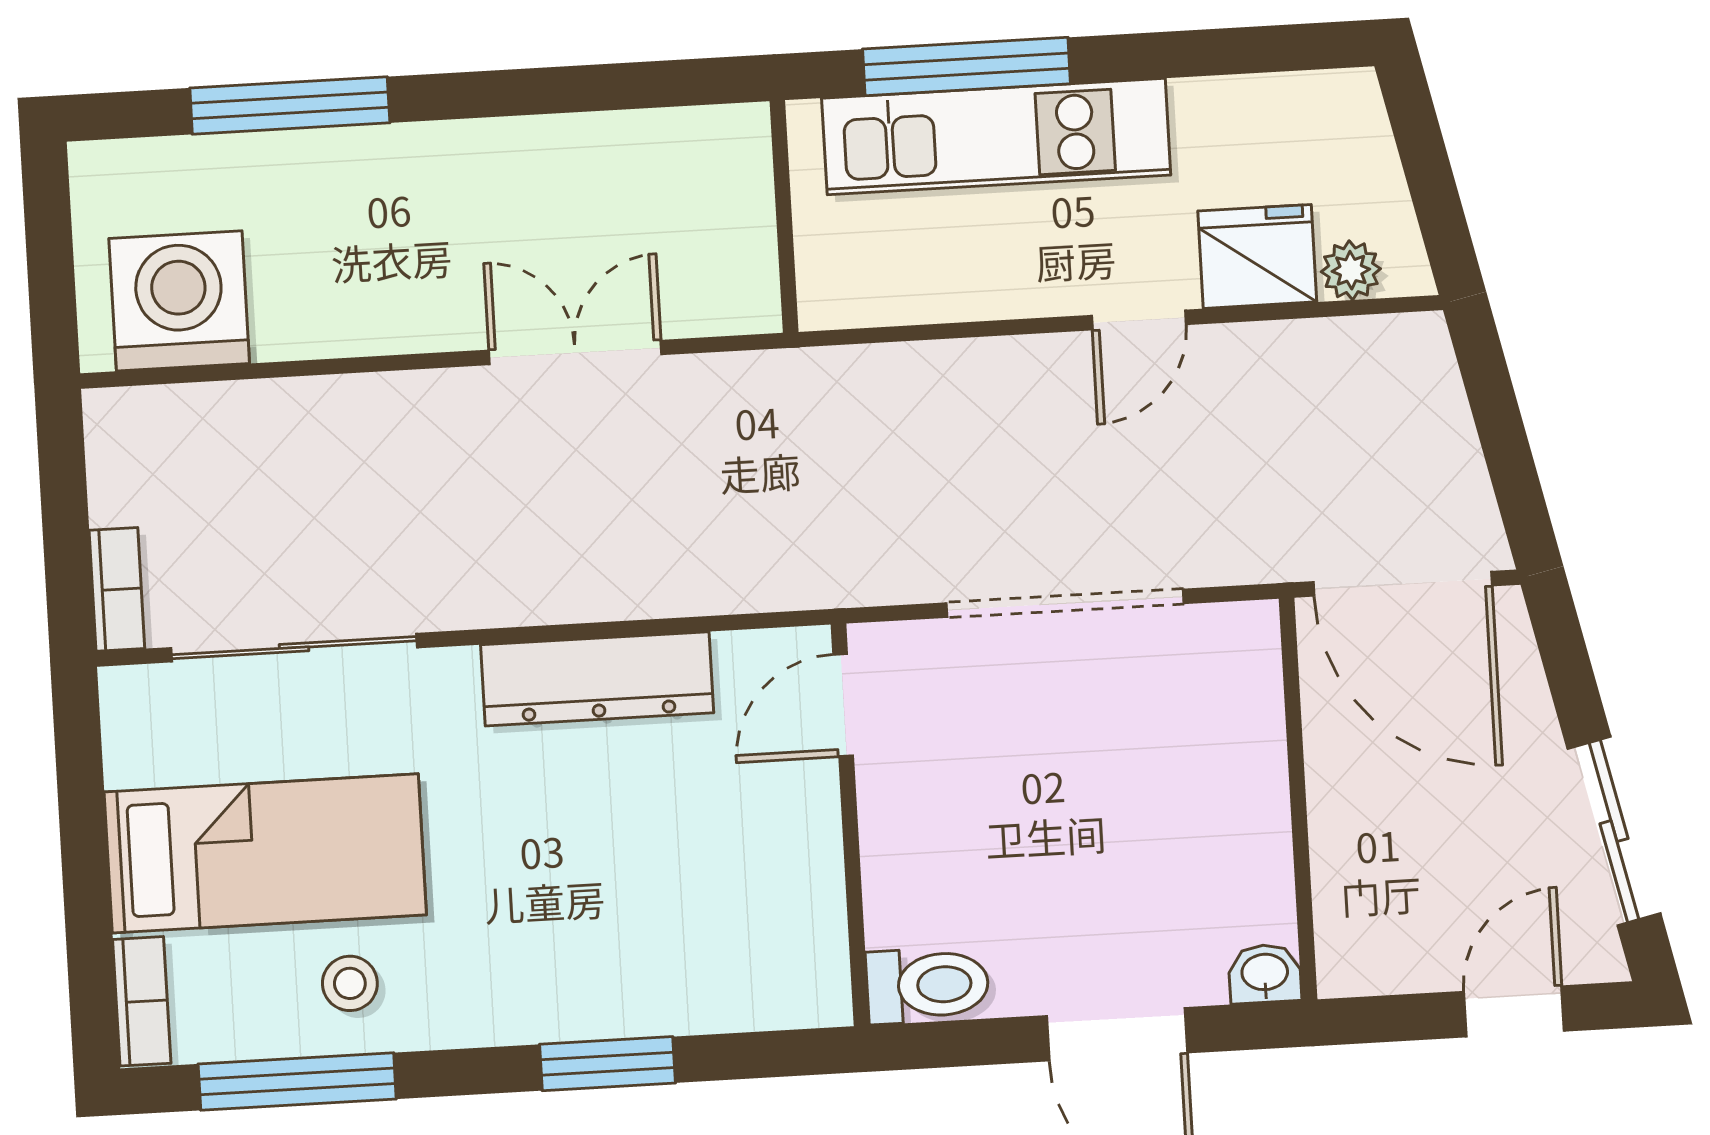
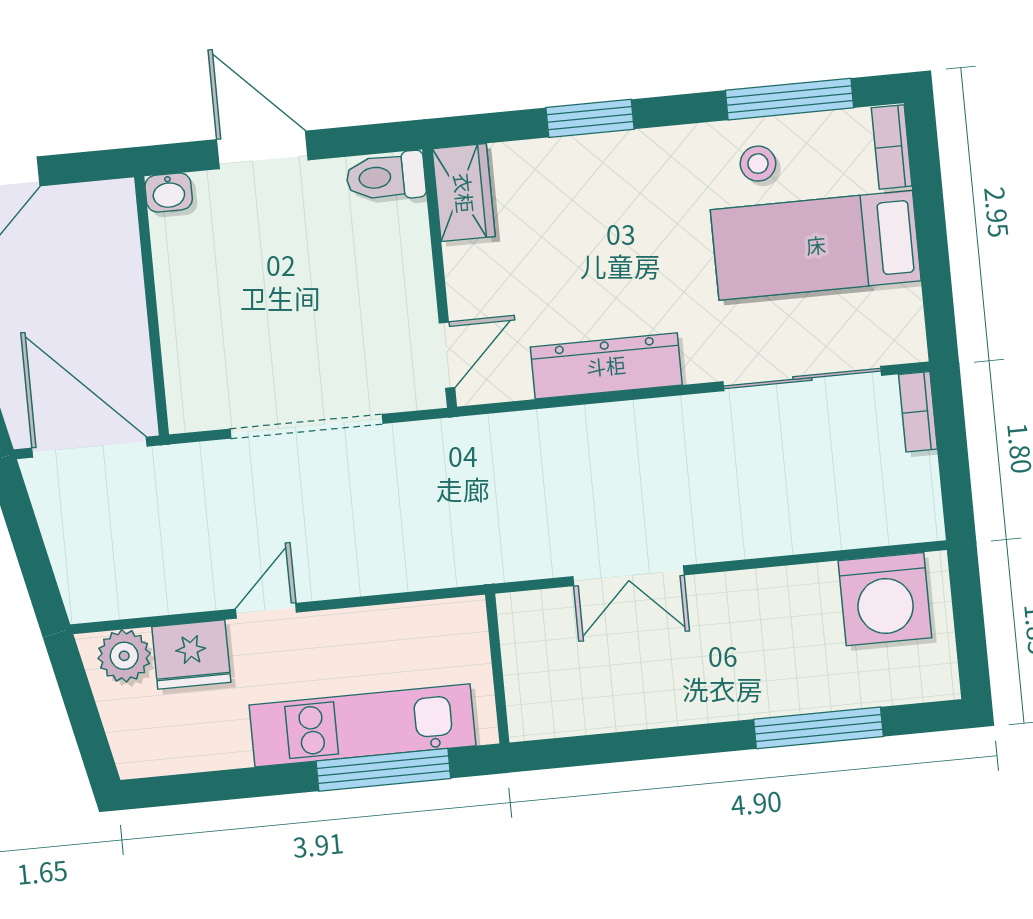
plant: (1351, 270) -> (124, 656), width x1.38, depth x1.38
wardrobe: (808, 956) -> (464, 193), added

